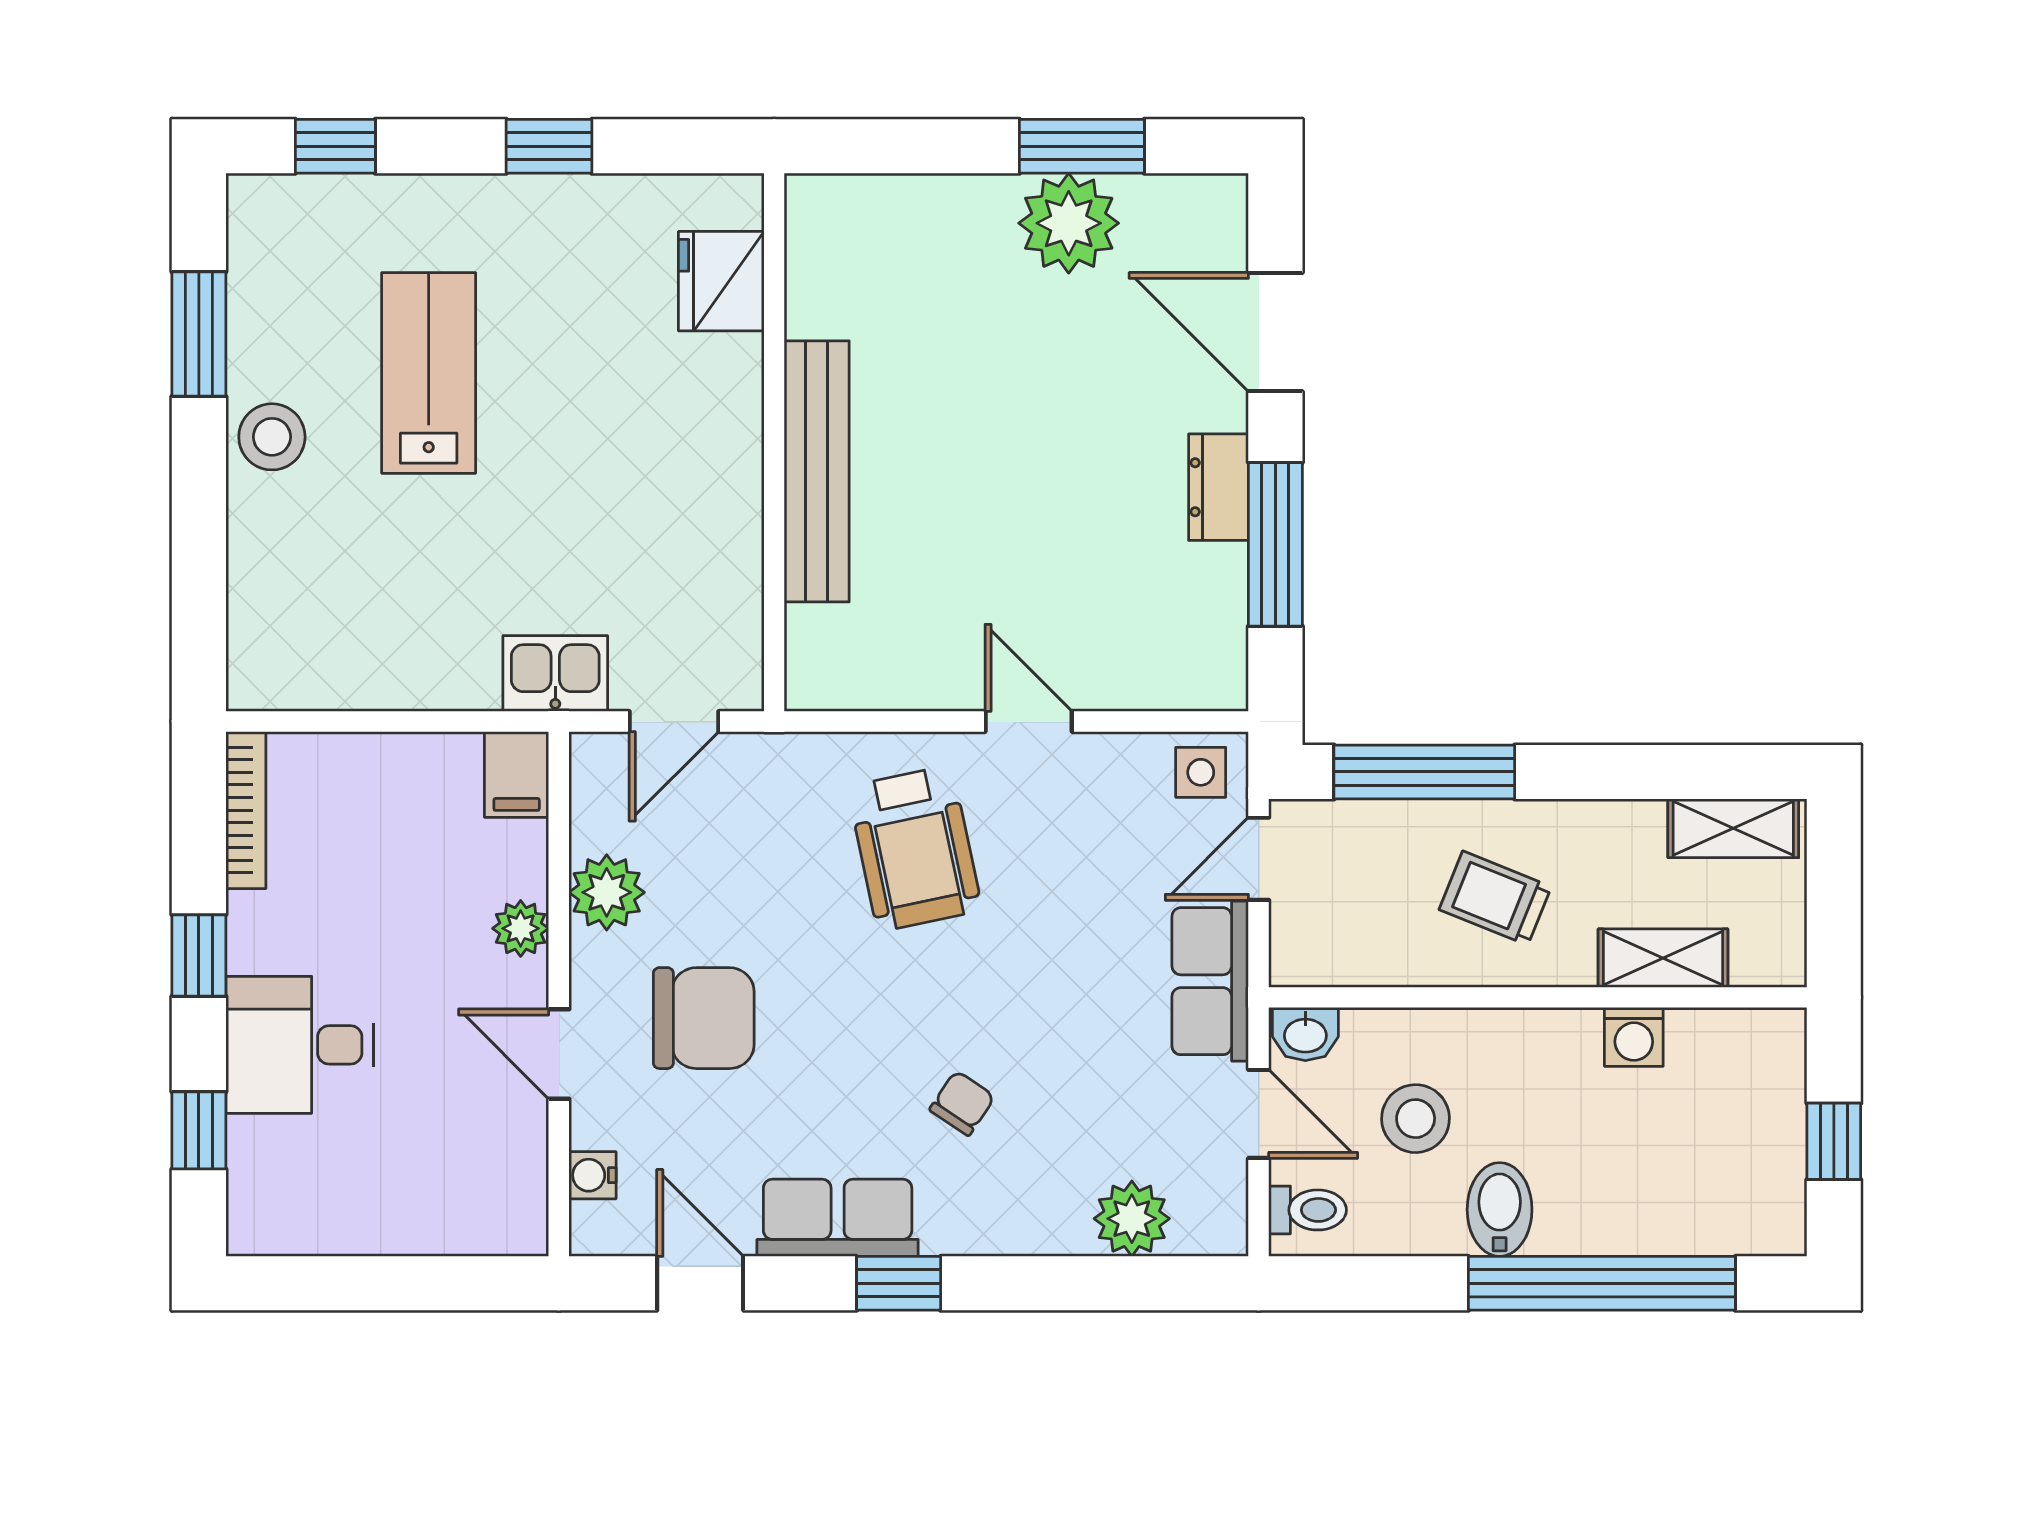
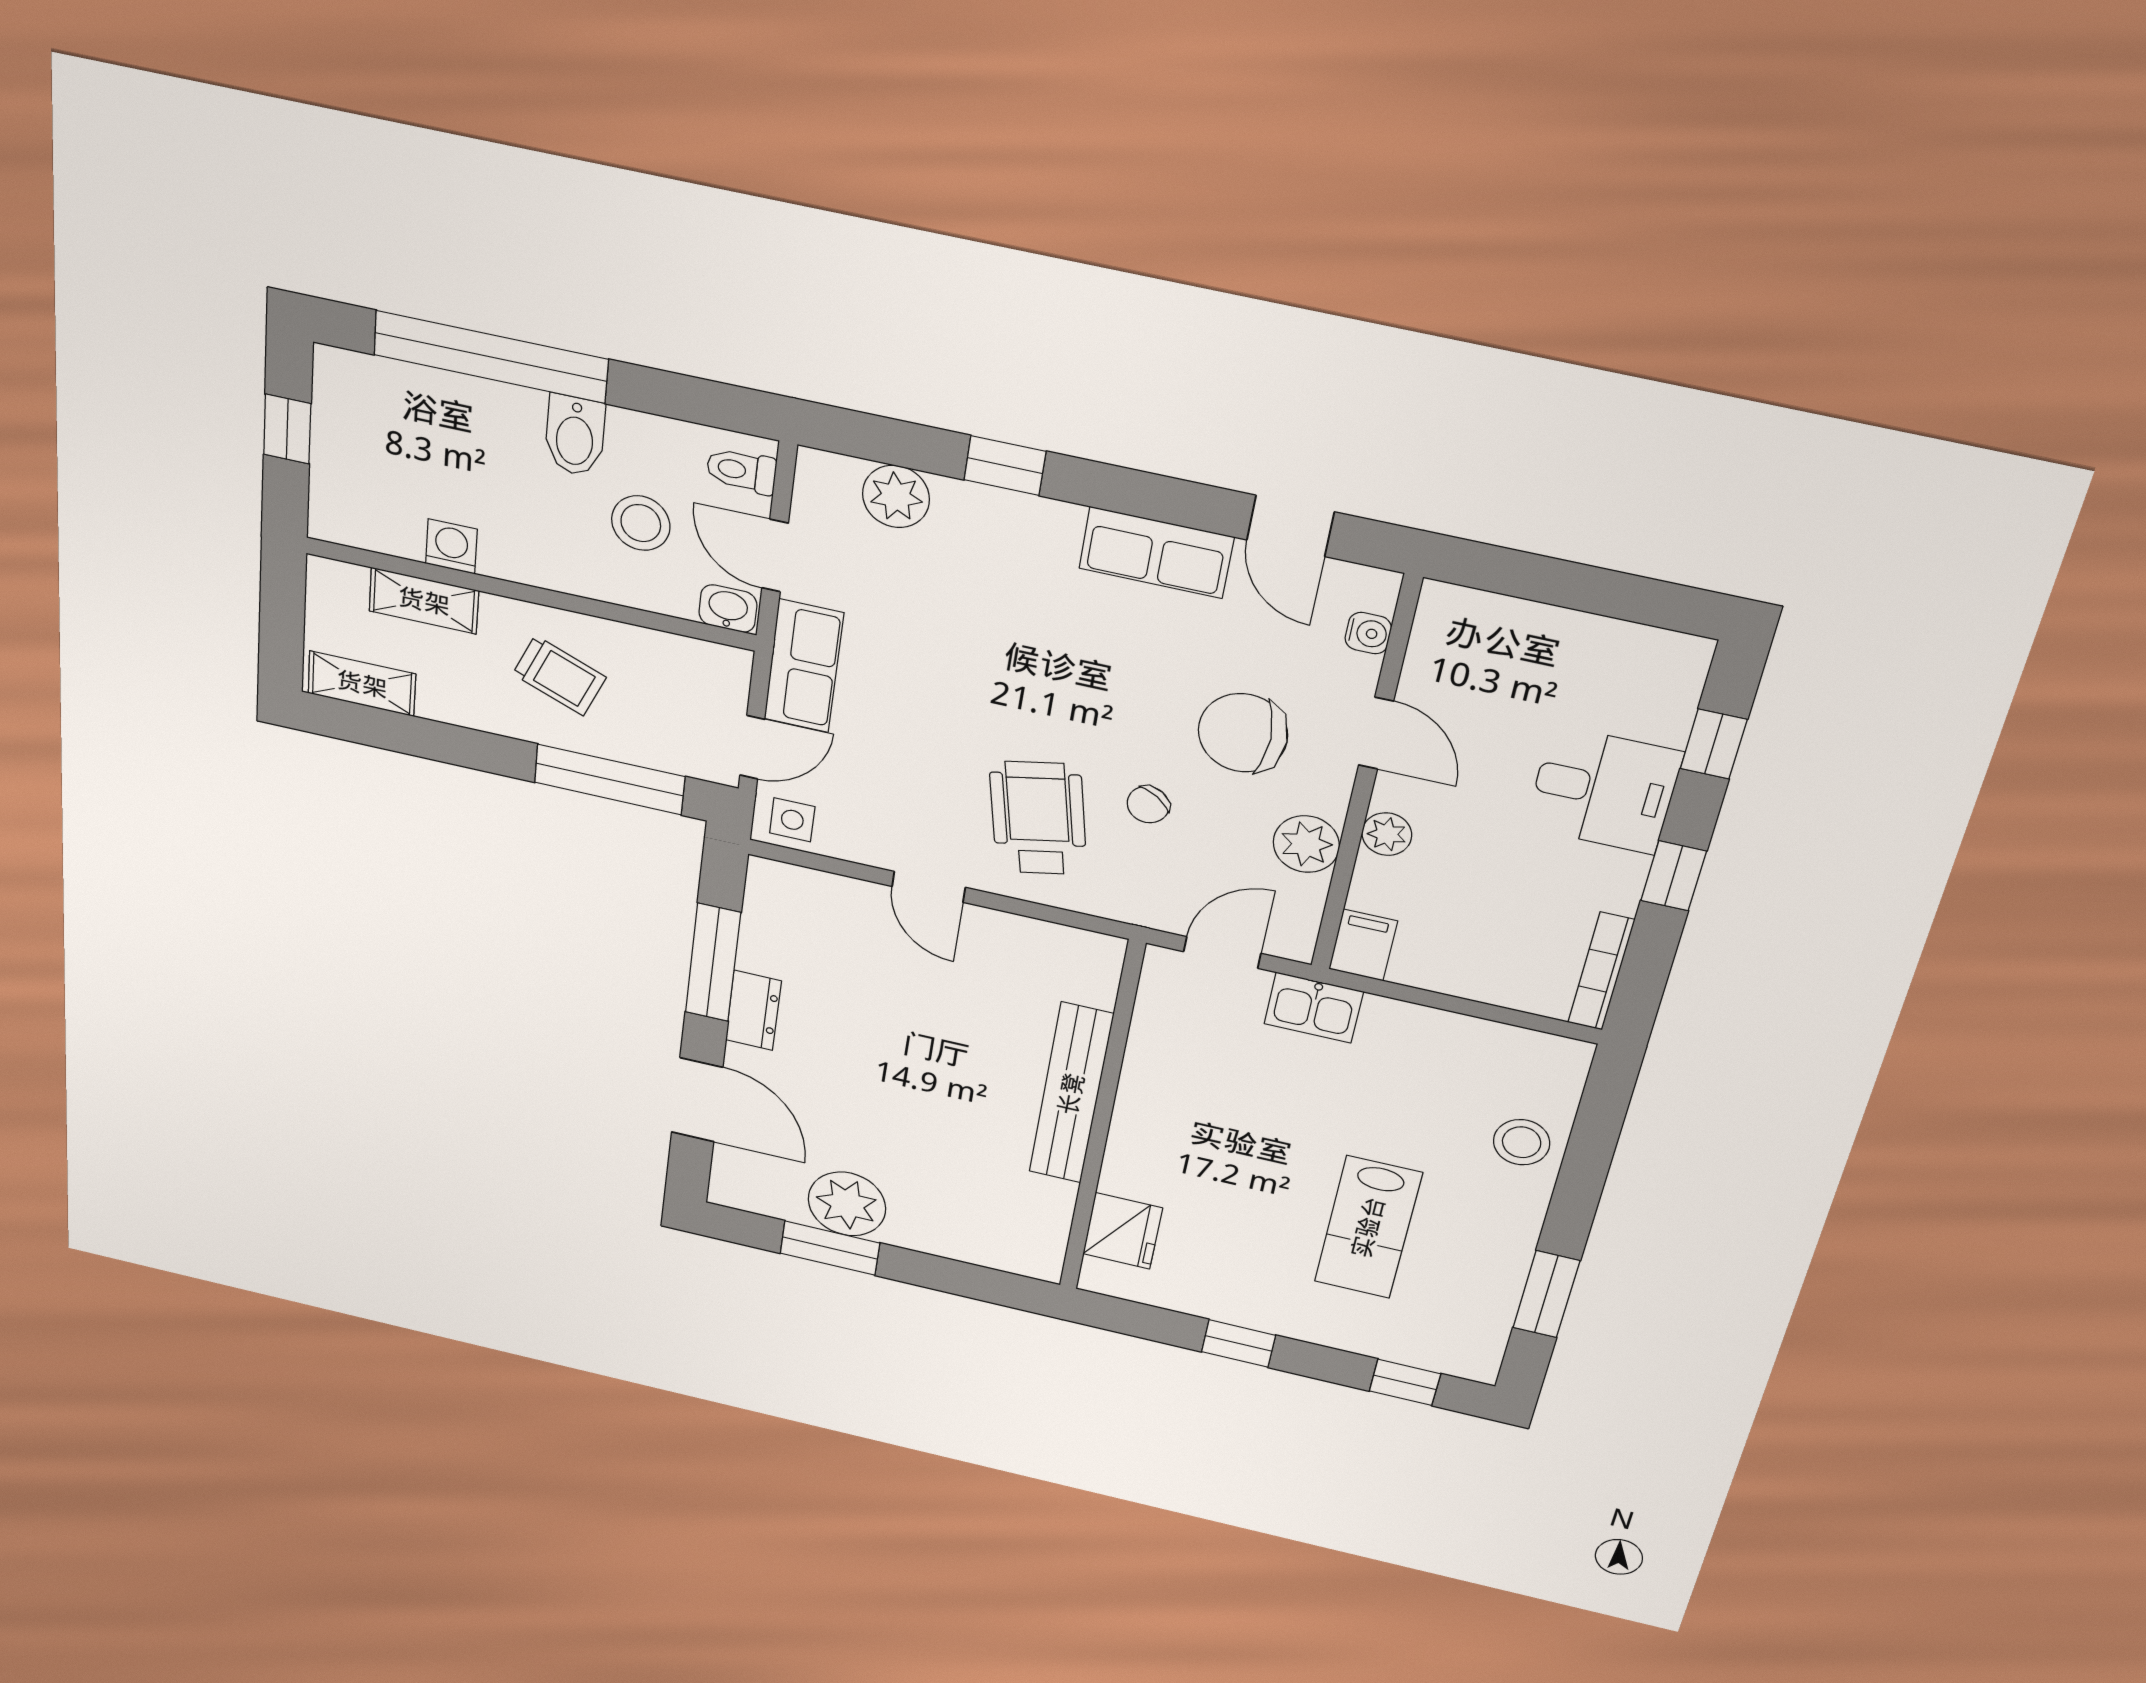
stool: (272, 437) -> (1522, 1142), moved
chair: (962, 1103) -> (1148, 805), moved
window: (899, 1283) -> (1005, 466), moved

